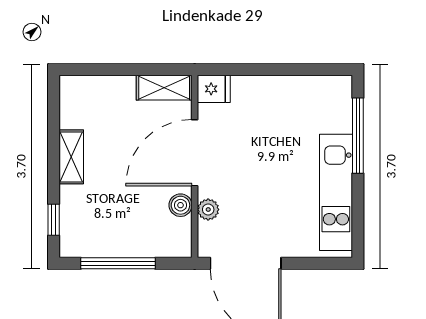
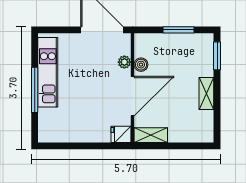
window: (358, 136) -> (35, 90), moved
window: (54, 220) -> (217, 56), width x1.50
window: (118, 263) -> (178, 30), width x0.69

